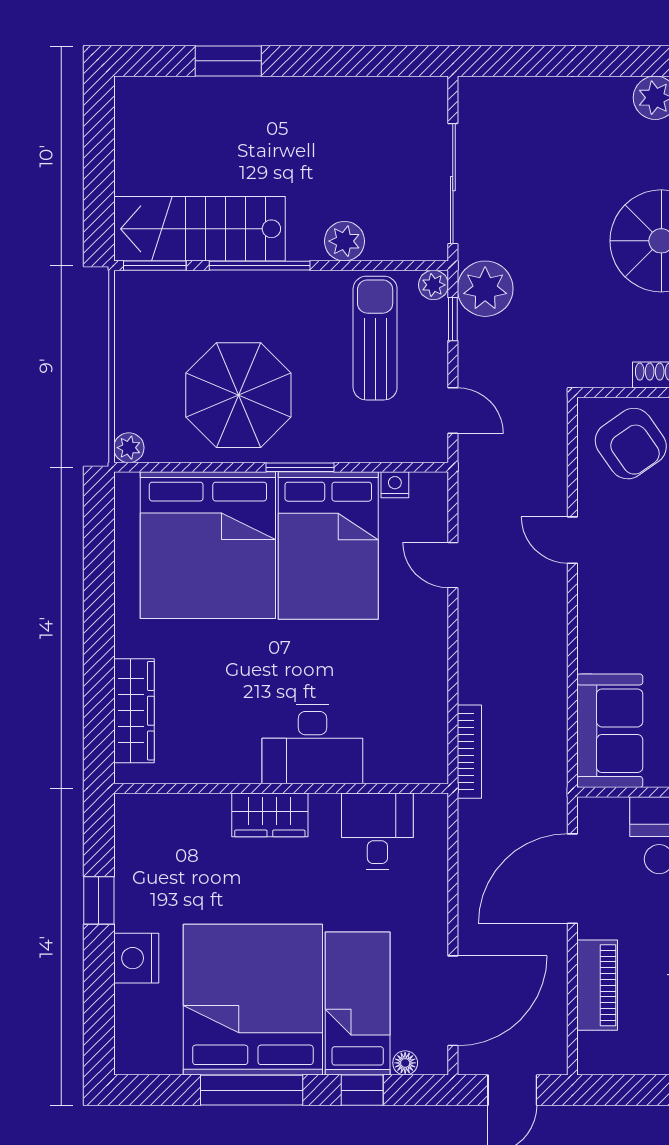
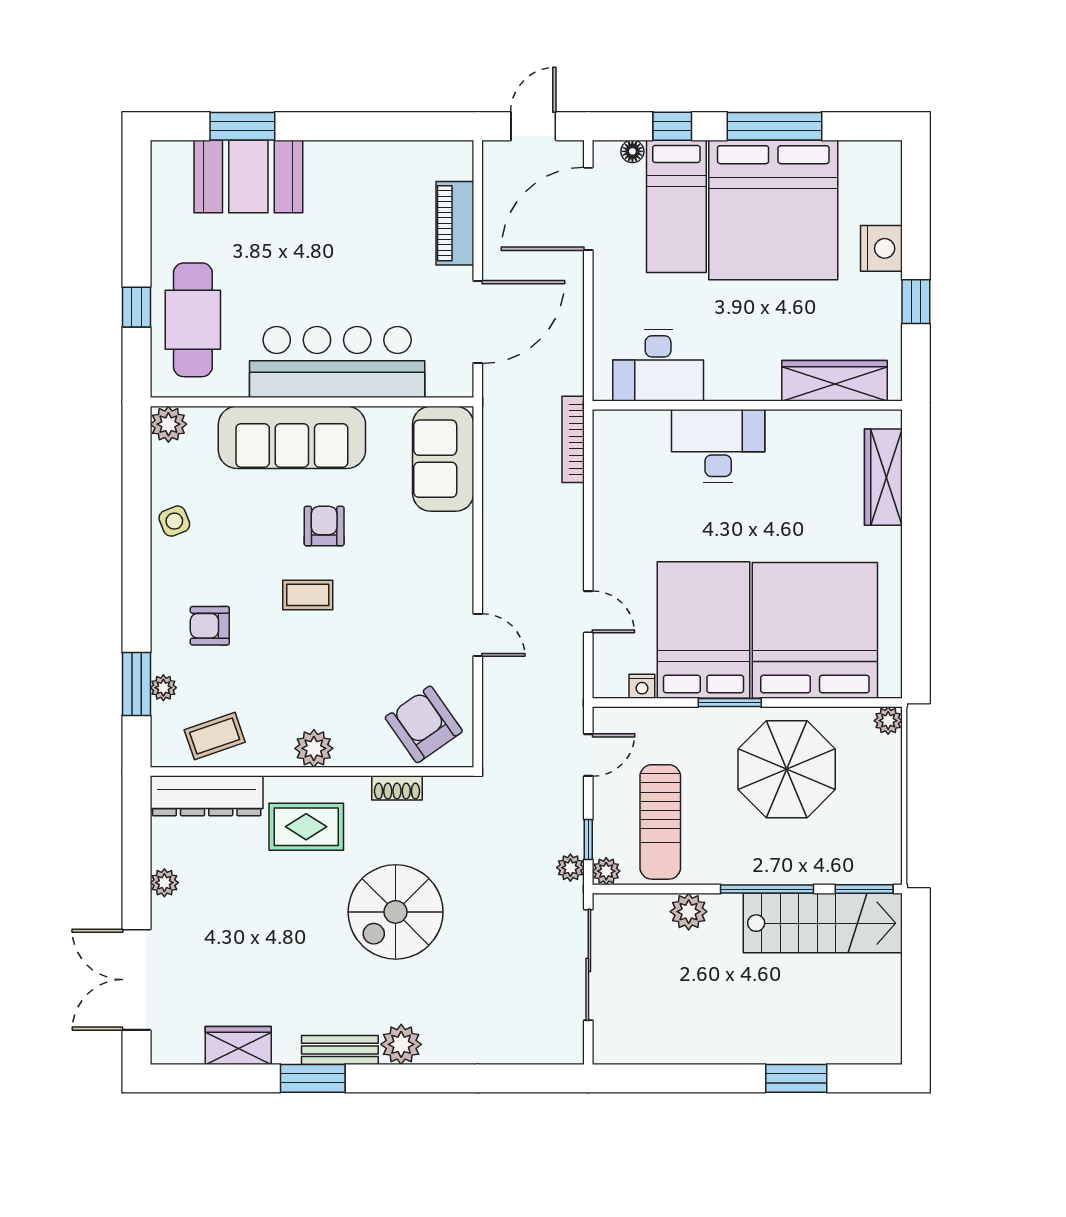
plant: (485, 289) -> (570, 868), width x0.53, depth x0.53
door: (453, 410) -> (588, 755), swing flipped
wardrobe: (270, 815) -> (834, 381), moved, width x1.50
desk: (377, 831) -> (658, 366), width x1.37

